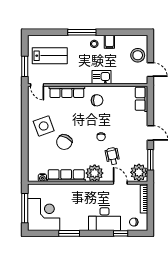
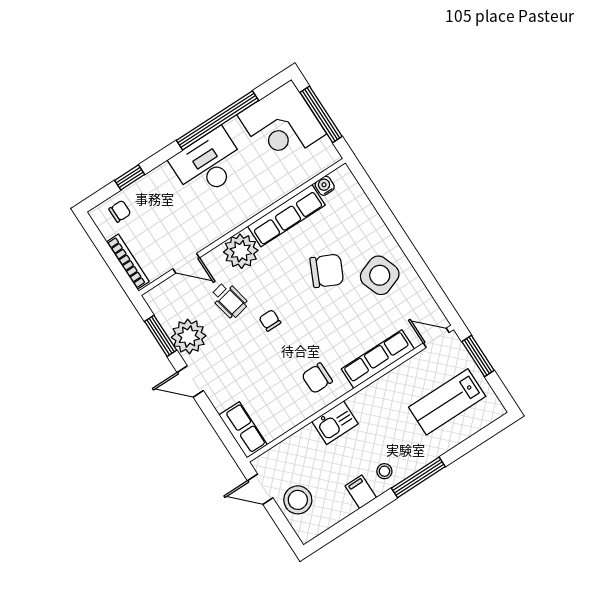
chair: (64, 142) -> (327, 271), turned 87
plant: (139, 172) -> (189, 337), moved
desk: (105, 218) -> (208, 164), moved
window: (69, 233) -> (217, 120), width x2.11

